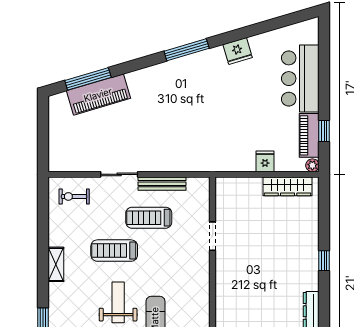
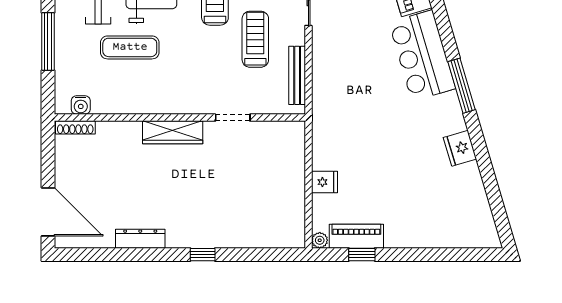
bar counter: (300, 79) -> (422, 56), moved, turned -106
bench: (162, 184) -> (297, 75), moved
wardrobe: (288, 186) -> (173, 132), moved, turned -90

